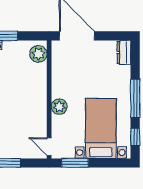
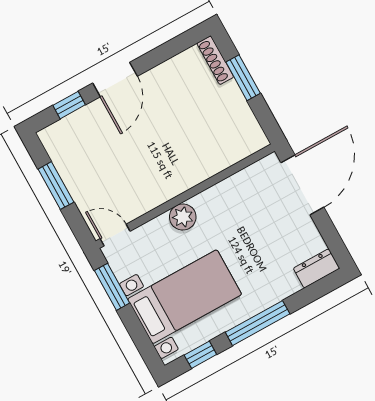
plant: (38, 54) -> (244, 143), removed
door: (49, 147) -> (115, 235), hinge flipped

